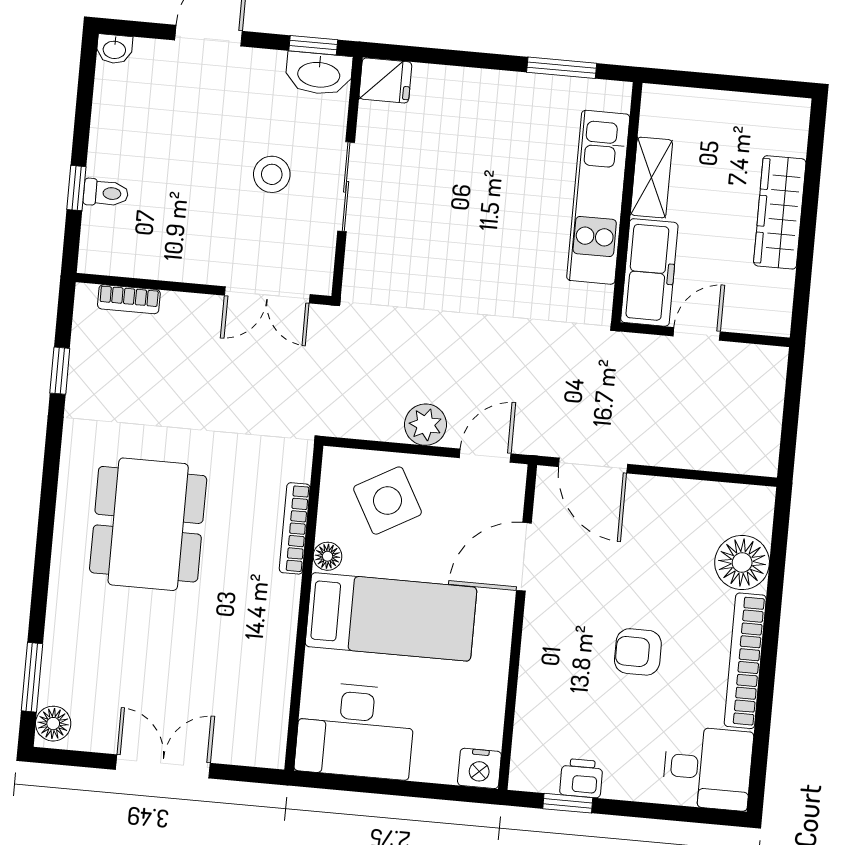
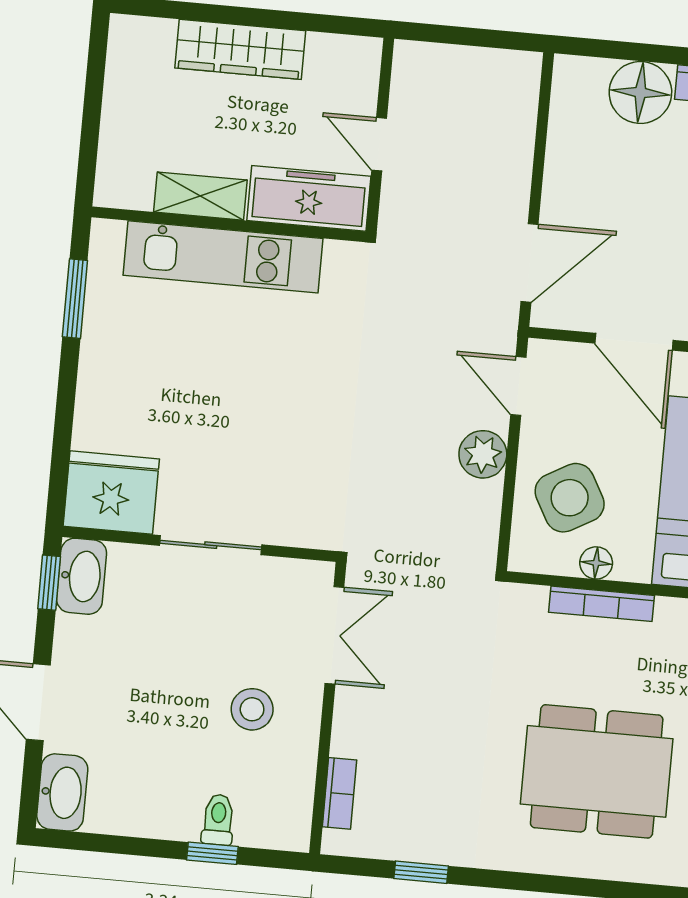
washbasin: (114, 49) -> (62, 792), width x1.91, depth x1.45
fridge: (385, 80) -> (111, 493), width x1.88, depth x1.34
stool: (272, 174) -> (252, 709), moved
floor lamp: (328, 556) -> (596, 563), moved

